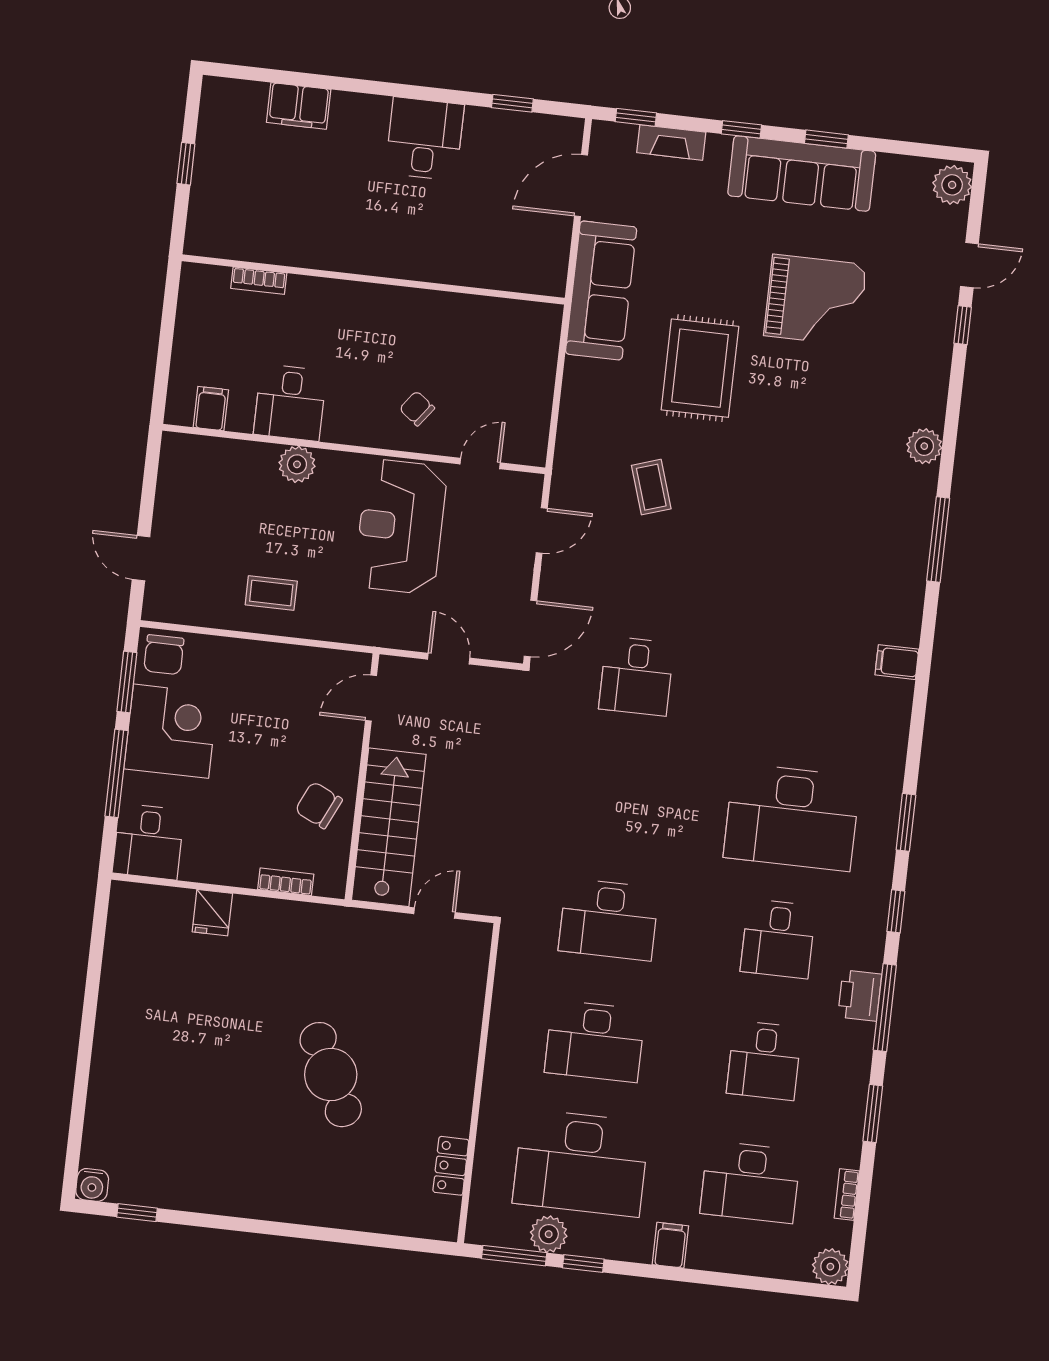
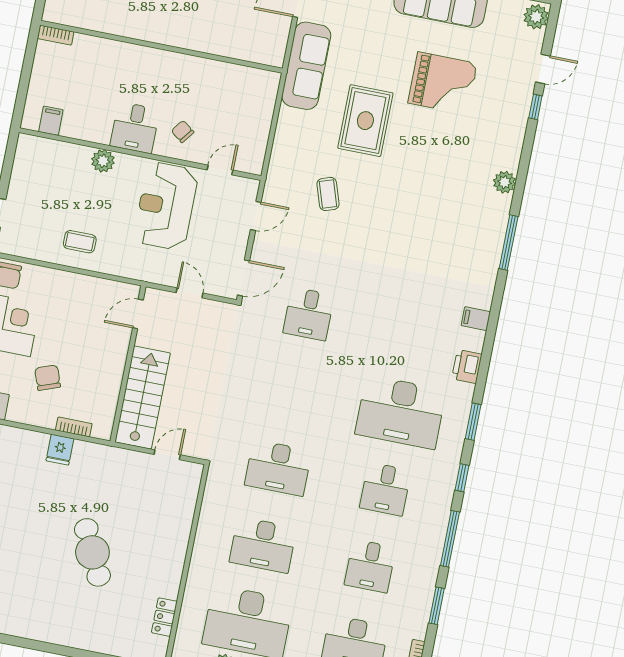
bookcase: (259, 281) -> (56, 35), moved
desk: (290, 403) -> (135, 128), moved
chair: (319, 805) -> (48, 378), moved, turned 45
fridge: (212, 913) -> (60, 450), moved
printer: (860, 996) -> (467, 366), moved

